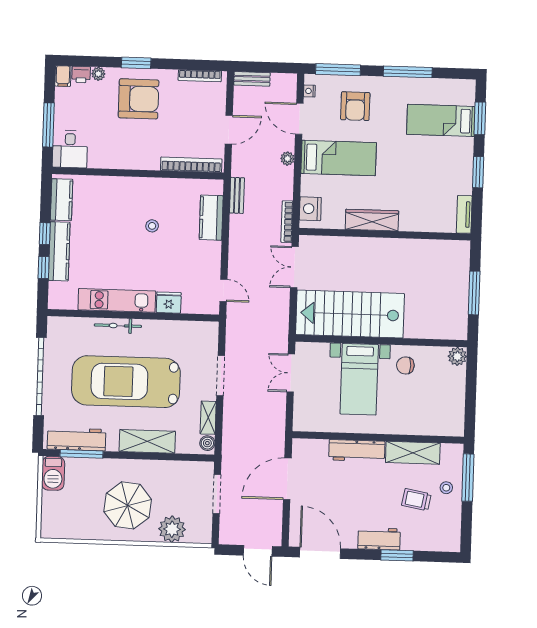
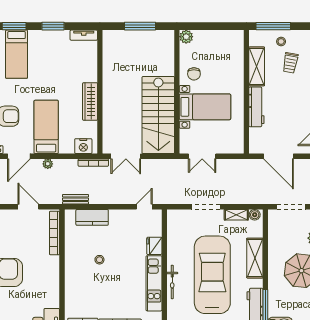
car: (126, 382) -> (212, 275), turned 180

